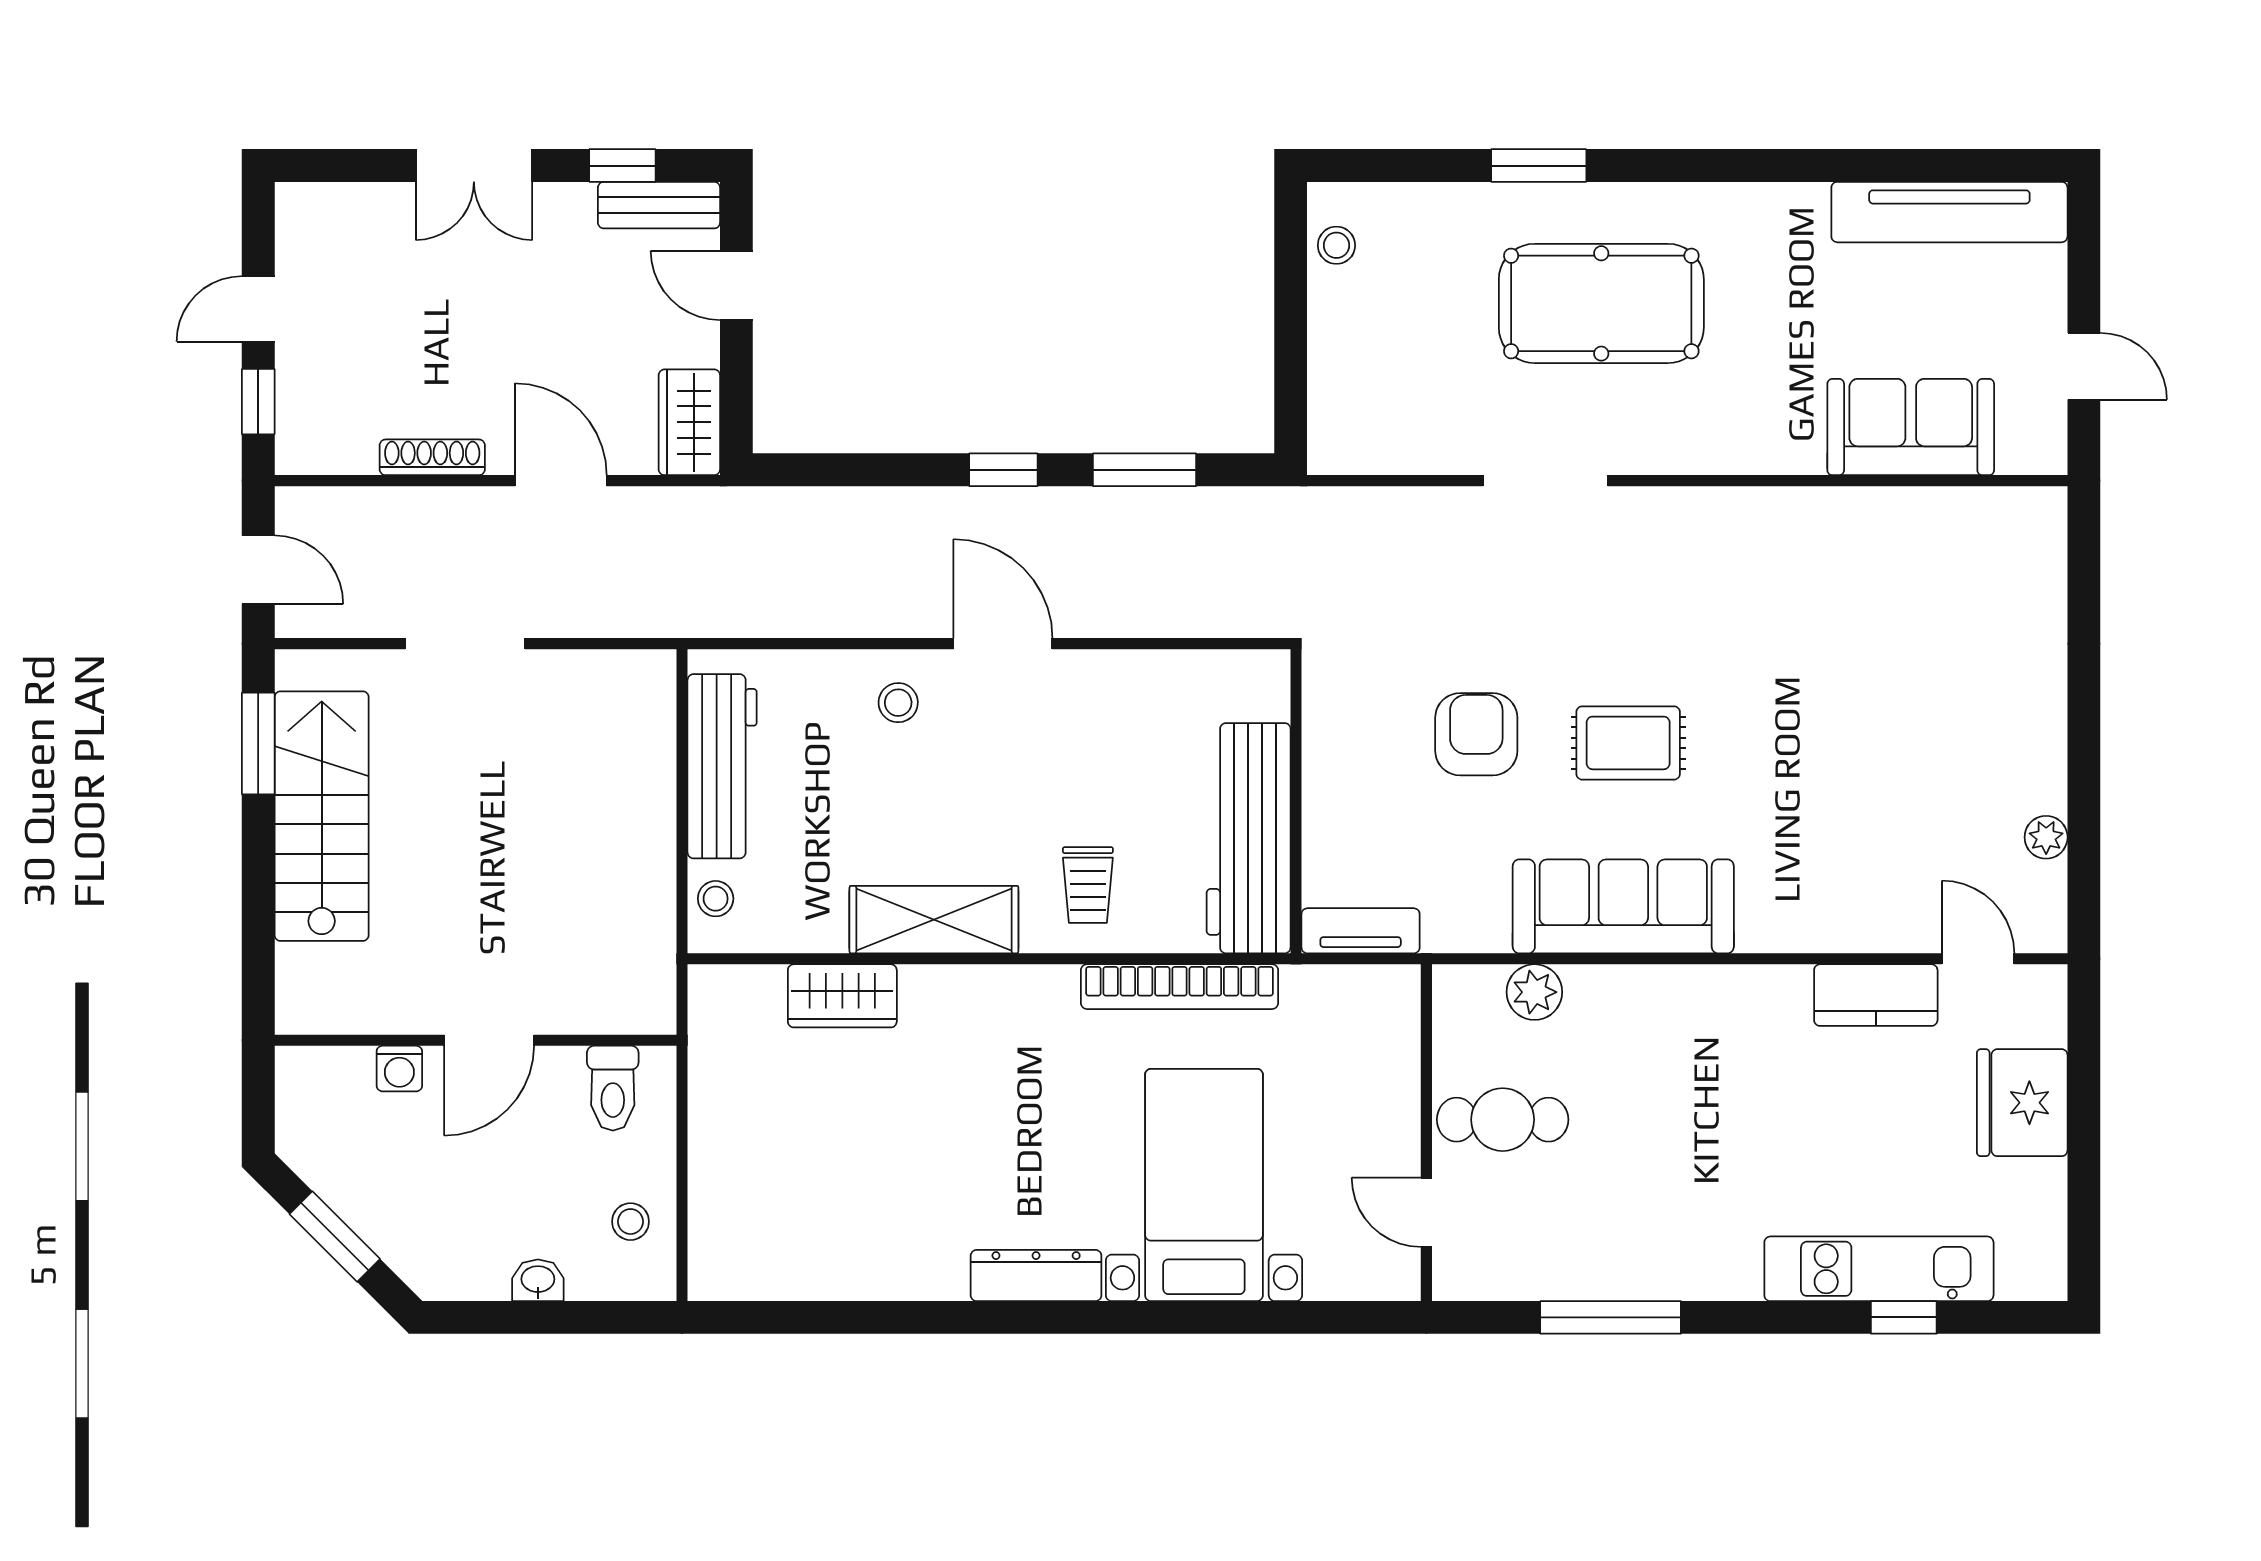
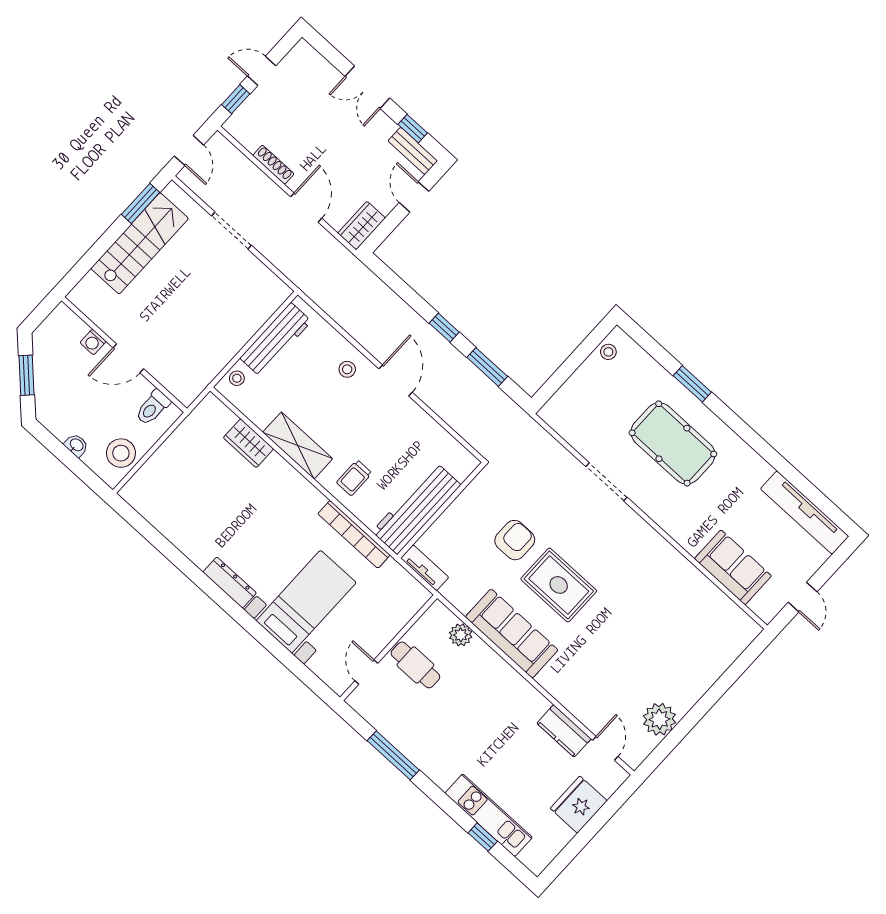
rug: (1628, 743) -> (559, 585), width x1.36, depth x1.43
plant: (2046, 837) -> (659, 719), width x1.87, depth x1.87
stool: (631, 1222) -> (121, 453), width x1.89, depth x1.89

